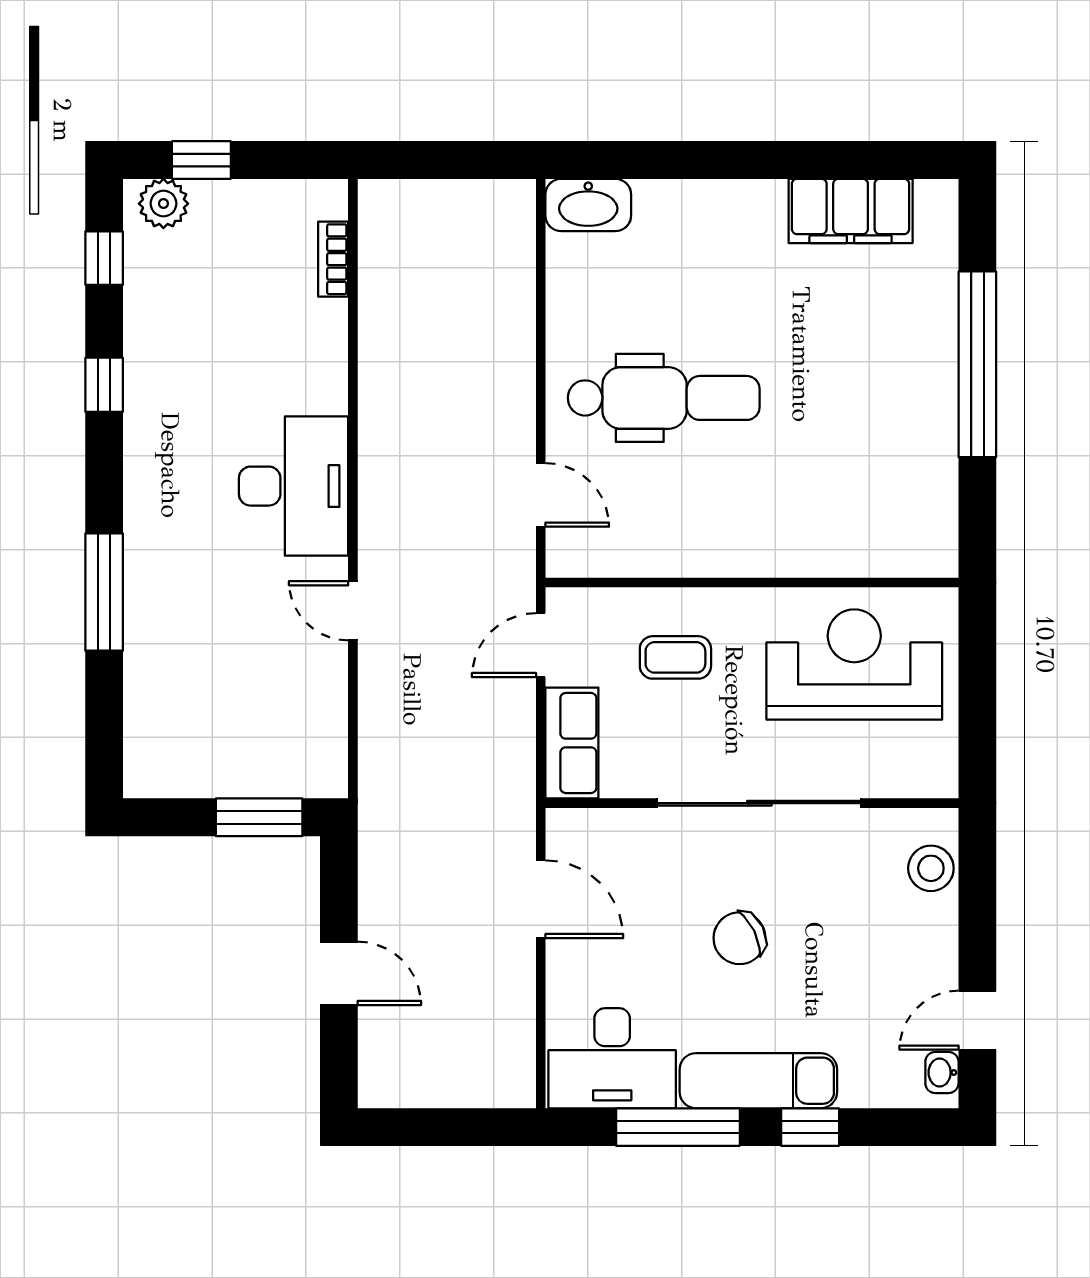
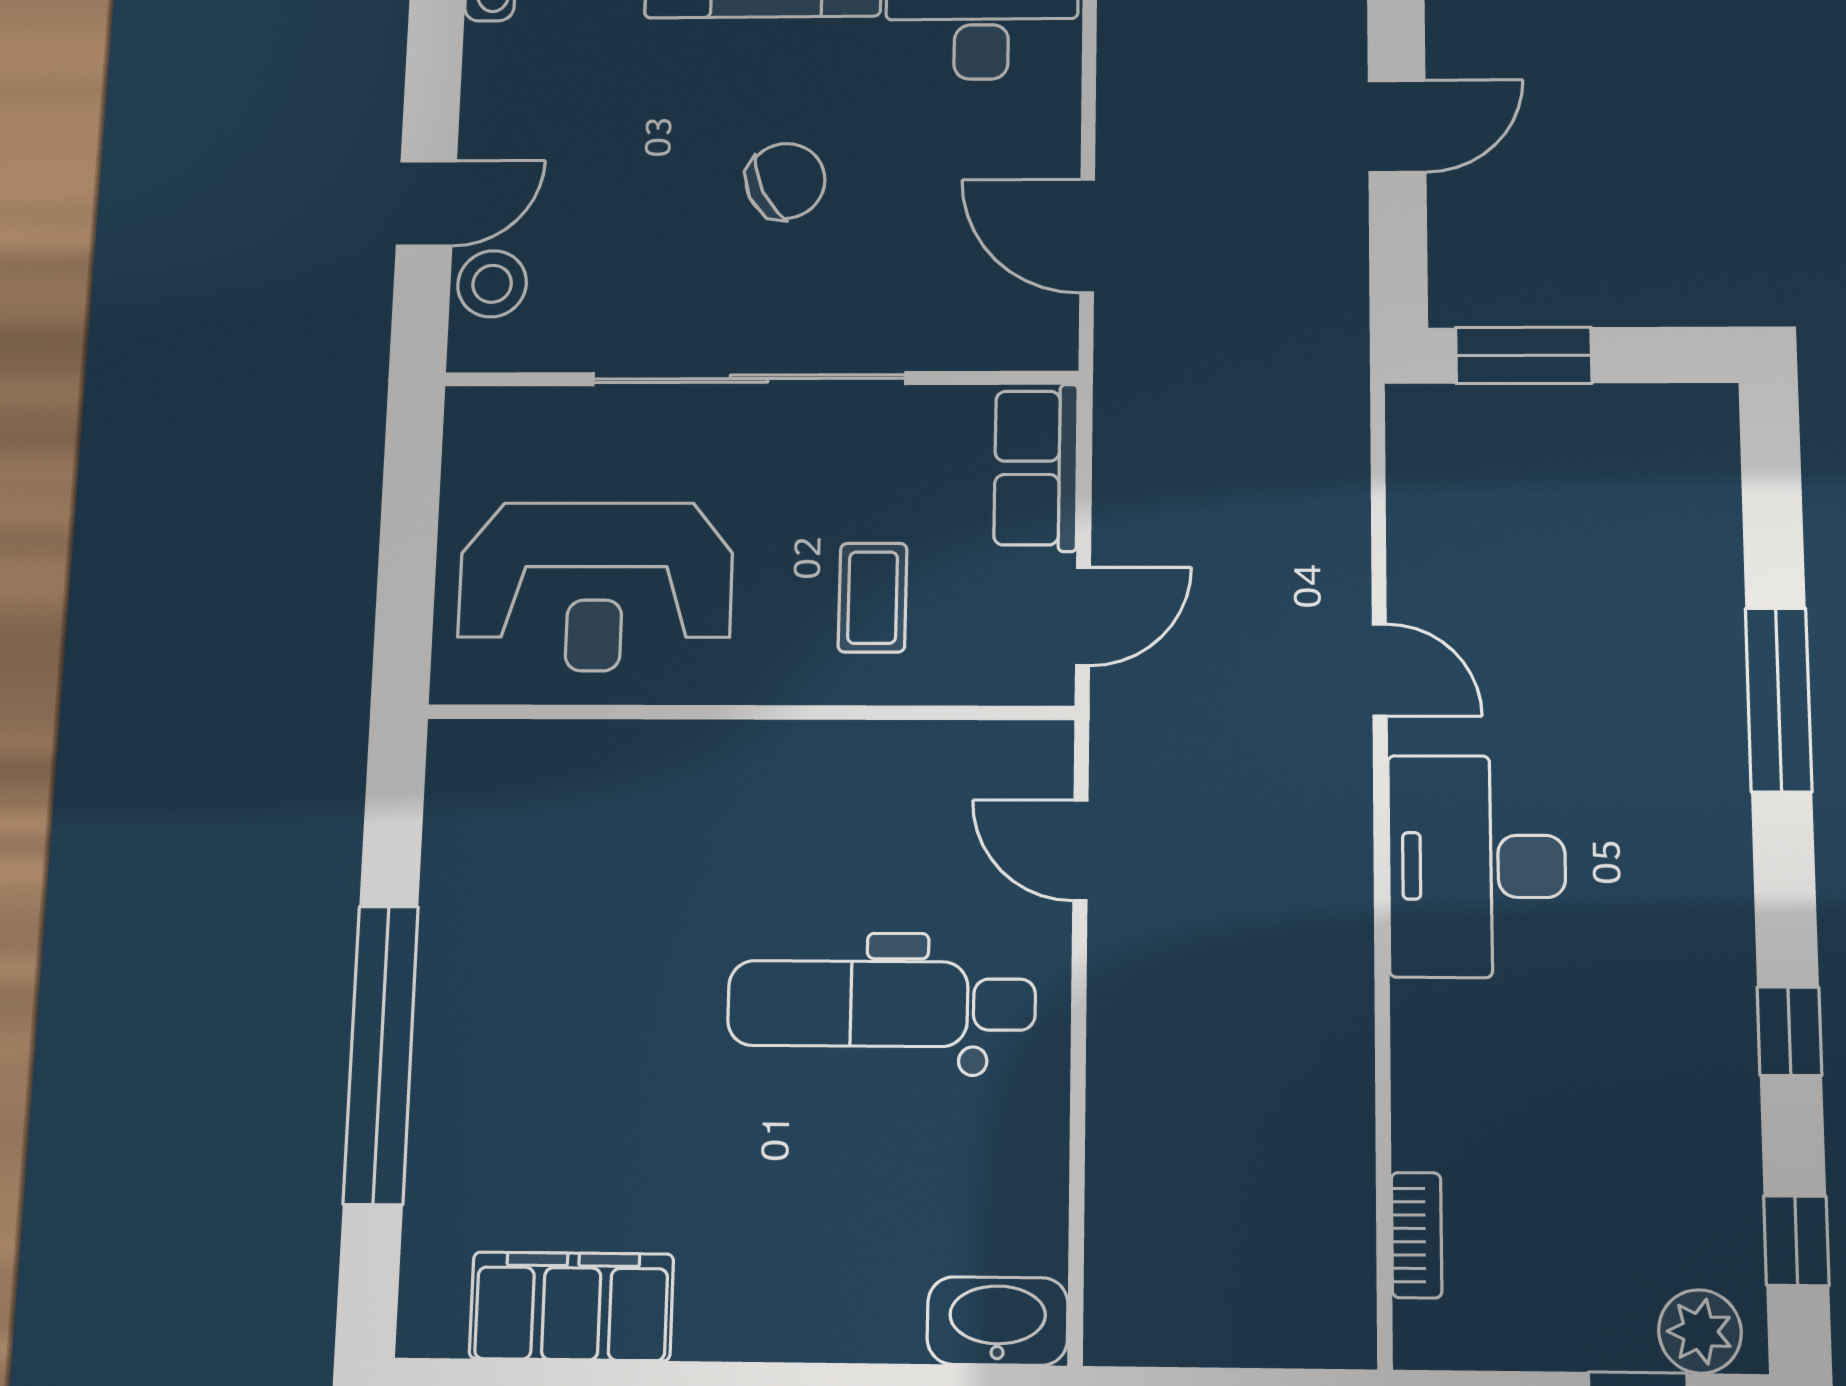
coffee table: (675, 657) -> (873, 598), turned 90
door: (339, 973) -> (1397, 126), swing flipped
door: (977, 1020) -> (426, 203), moved

